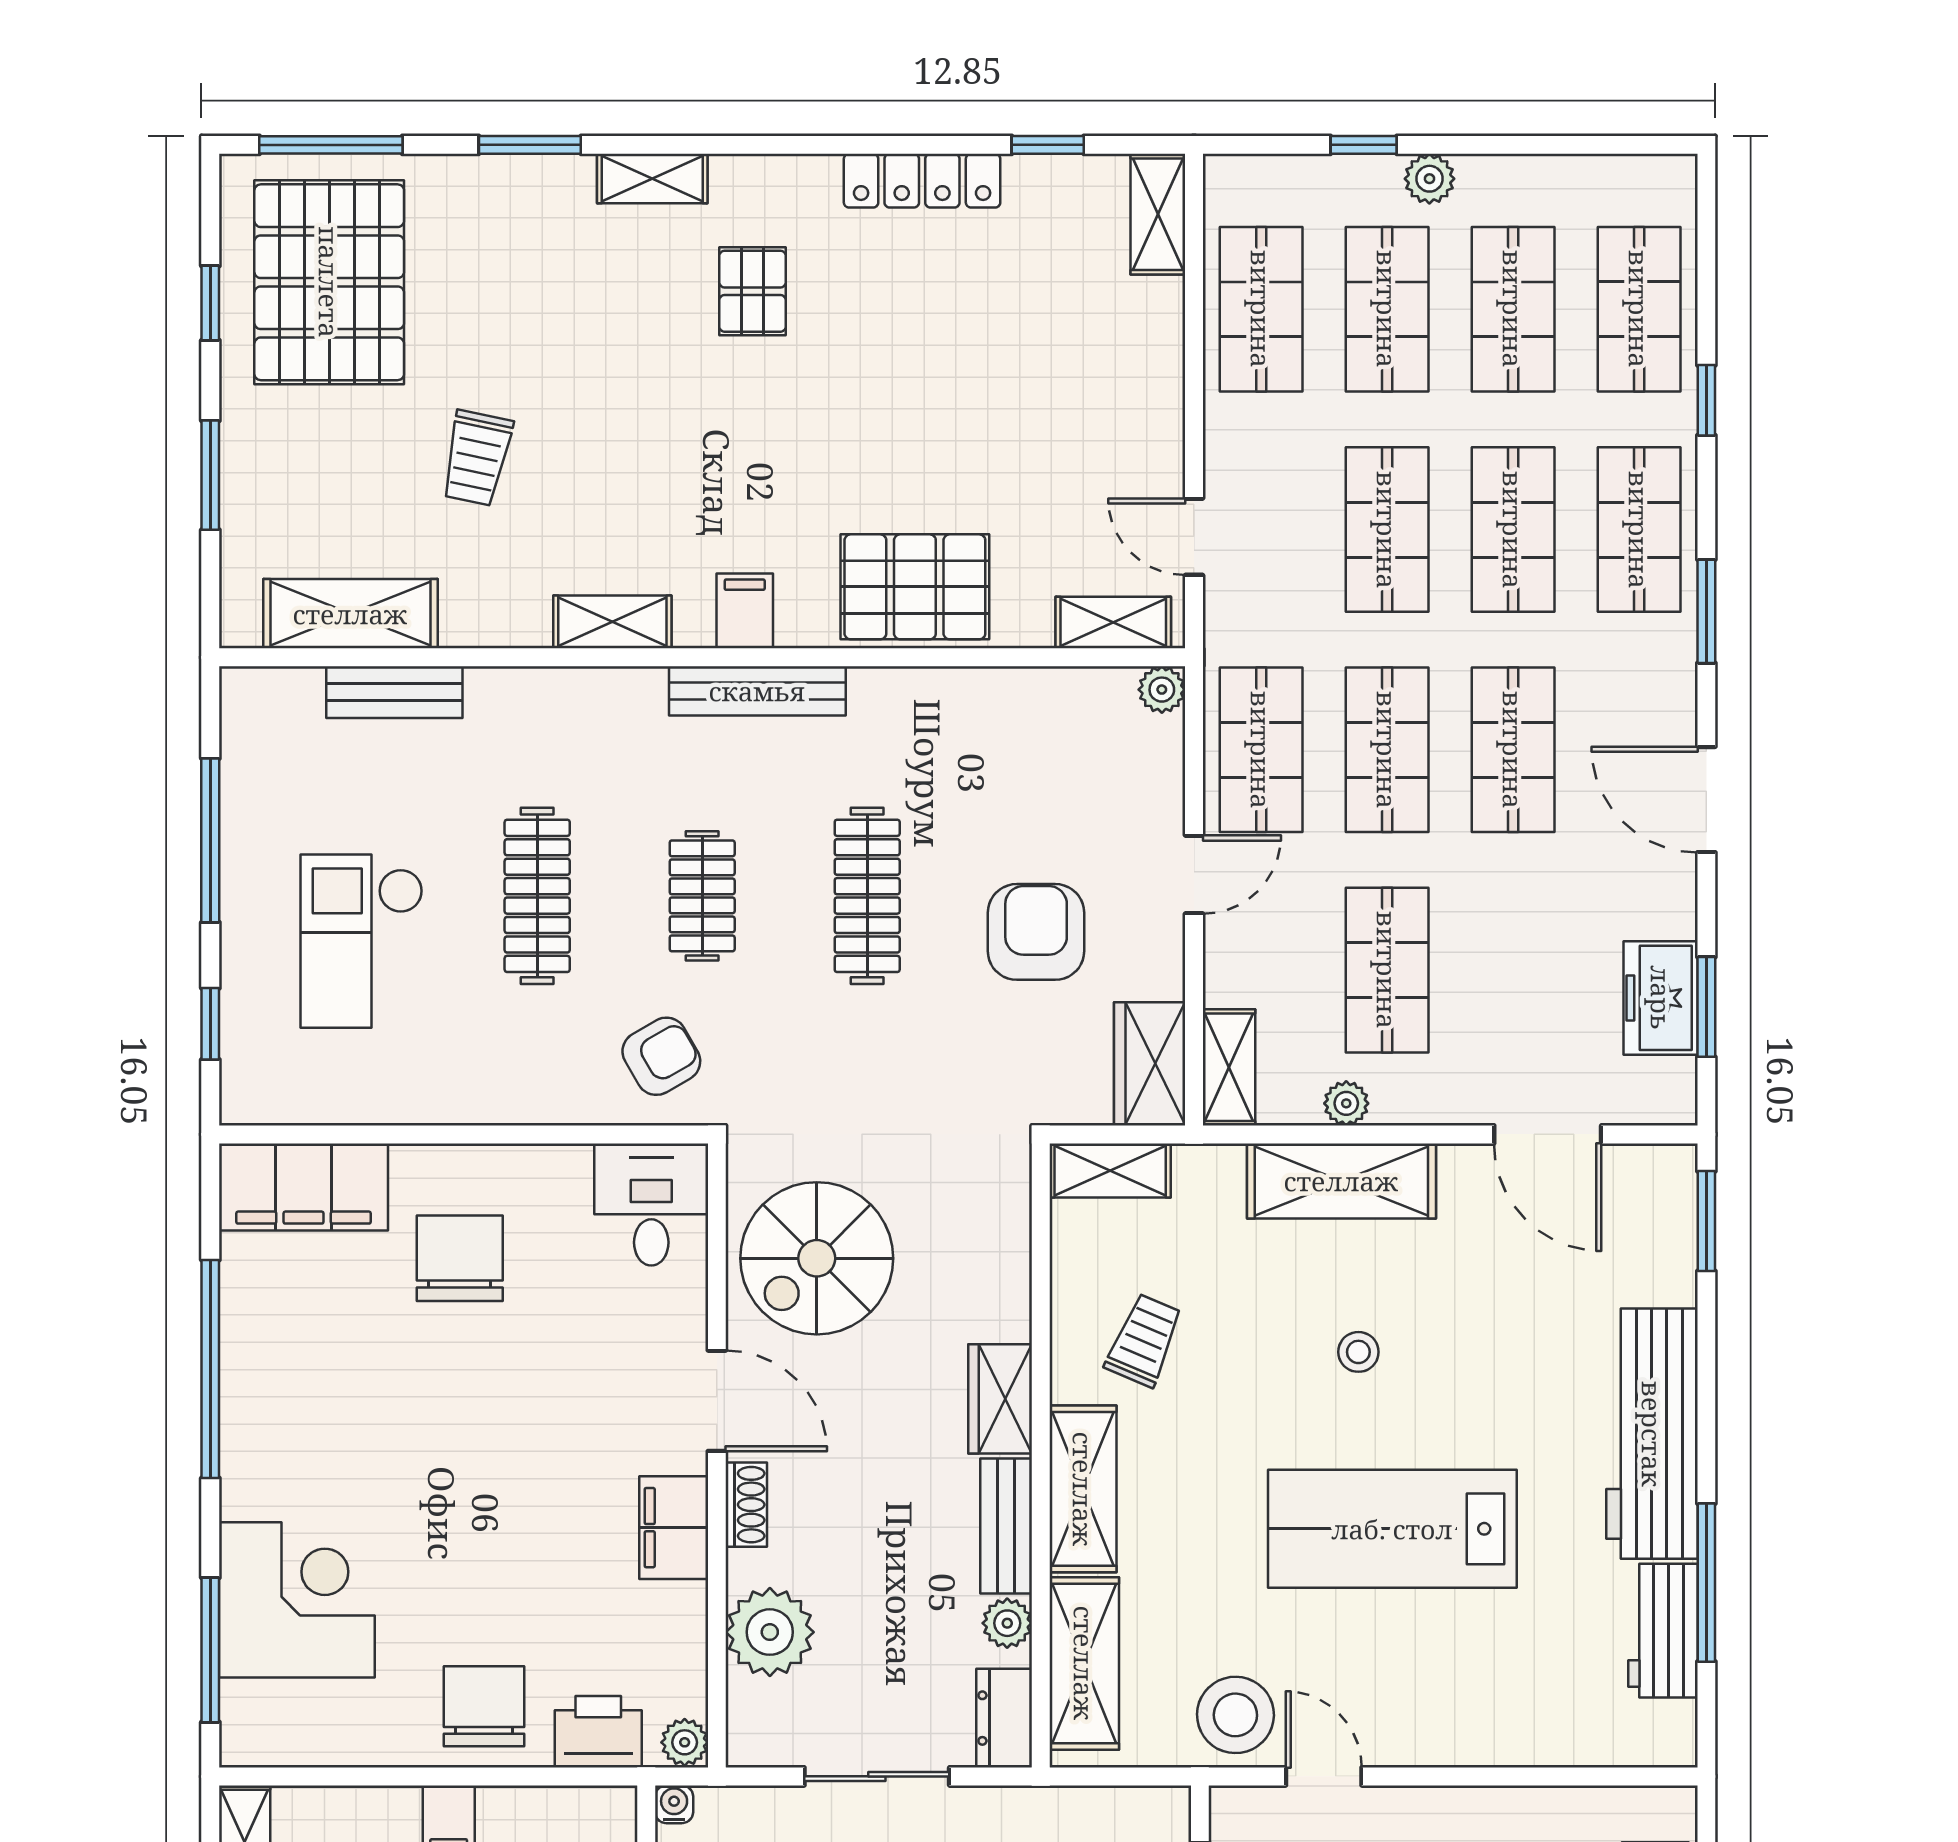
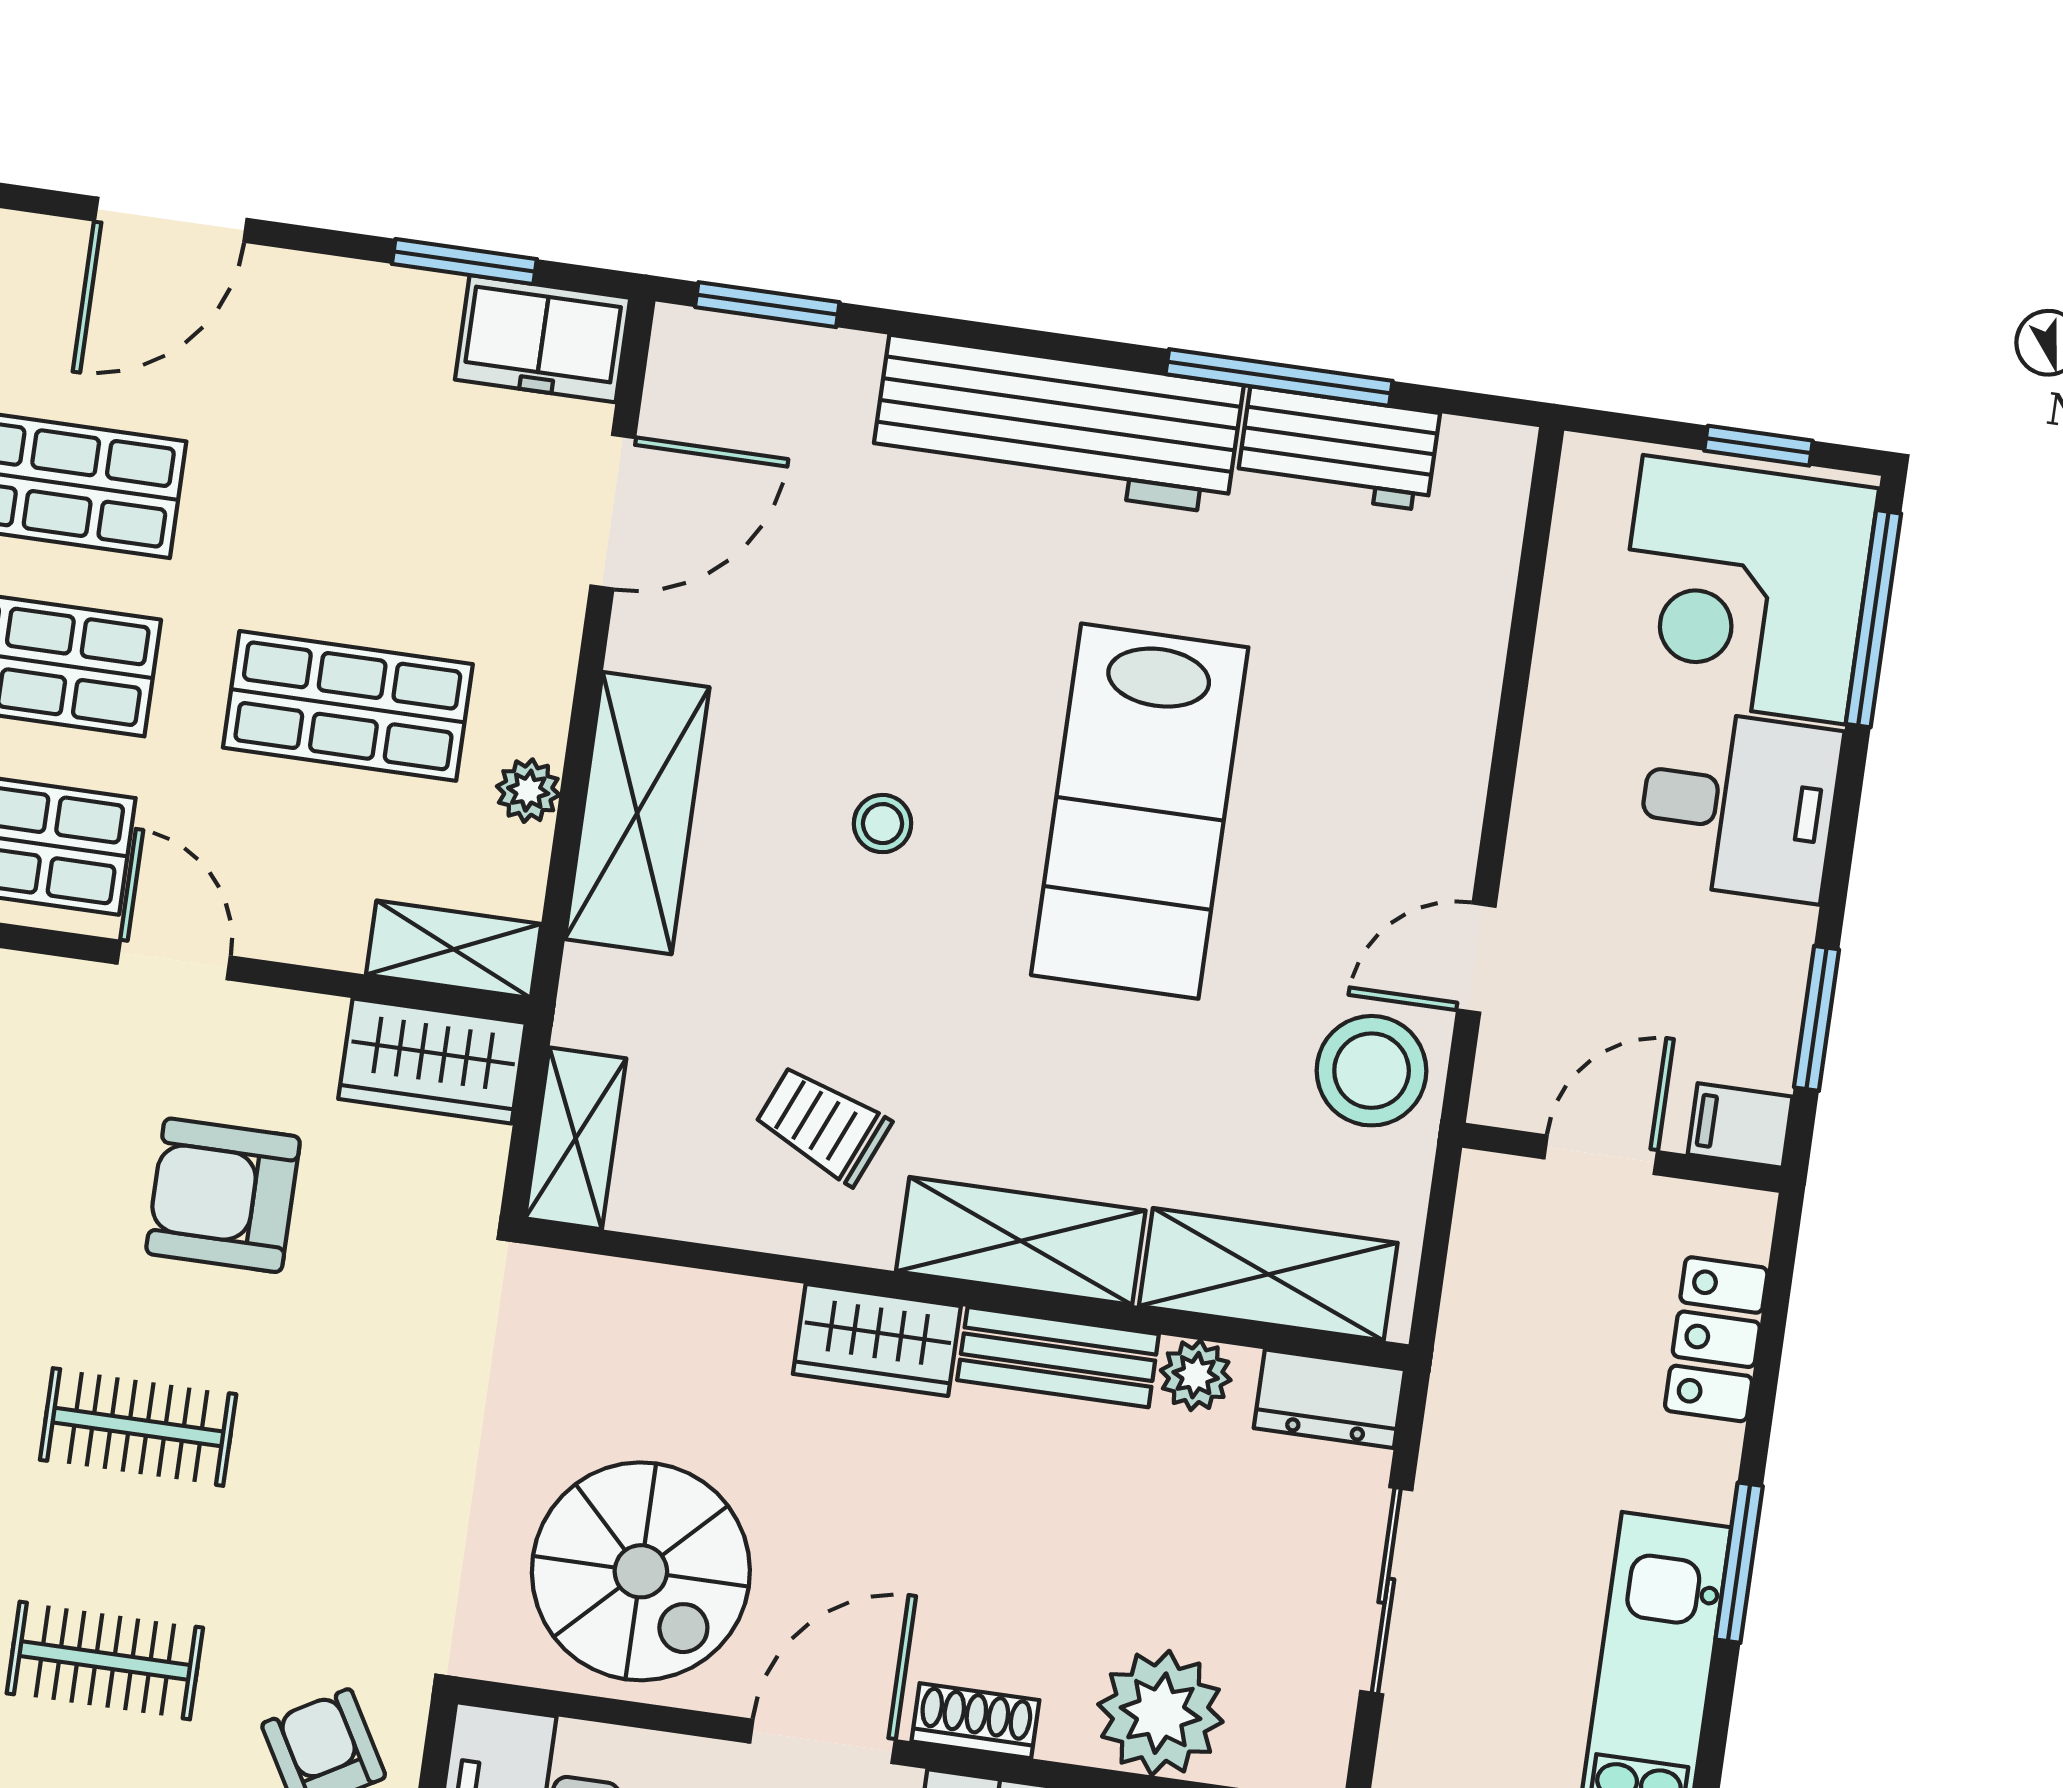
clothes rail: (867, 896) -> (138, 1427), width x0.73
freezer: (1661, 998) -> (543, 339), moved

